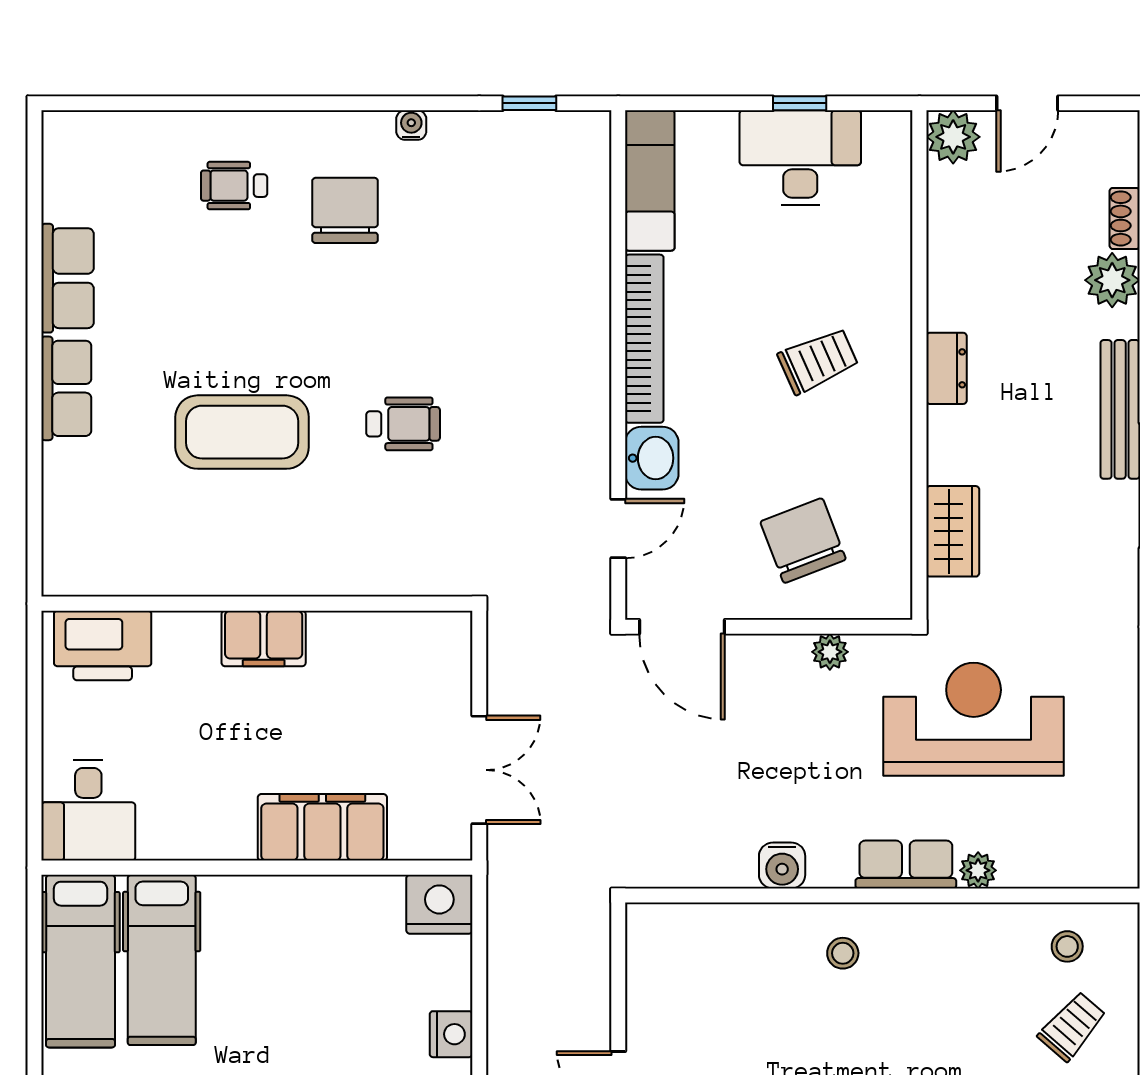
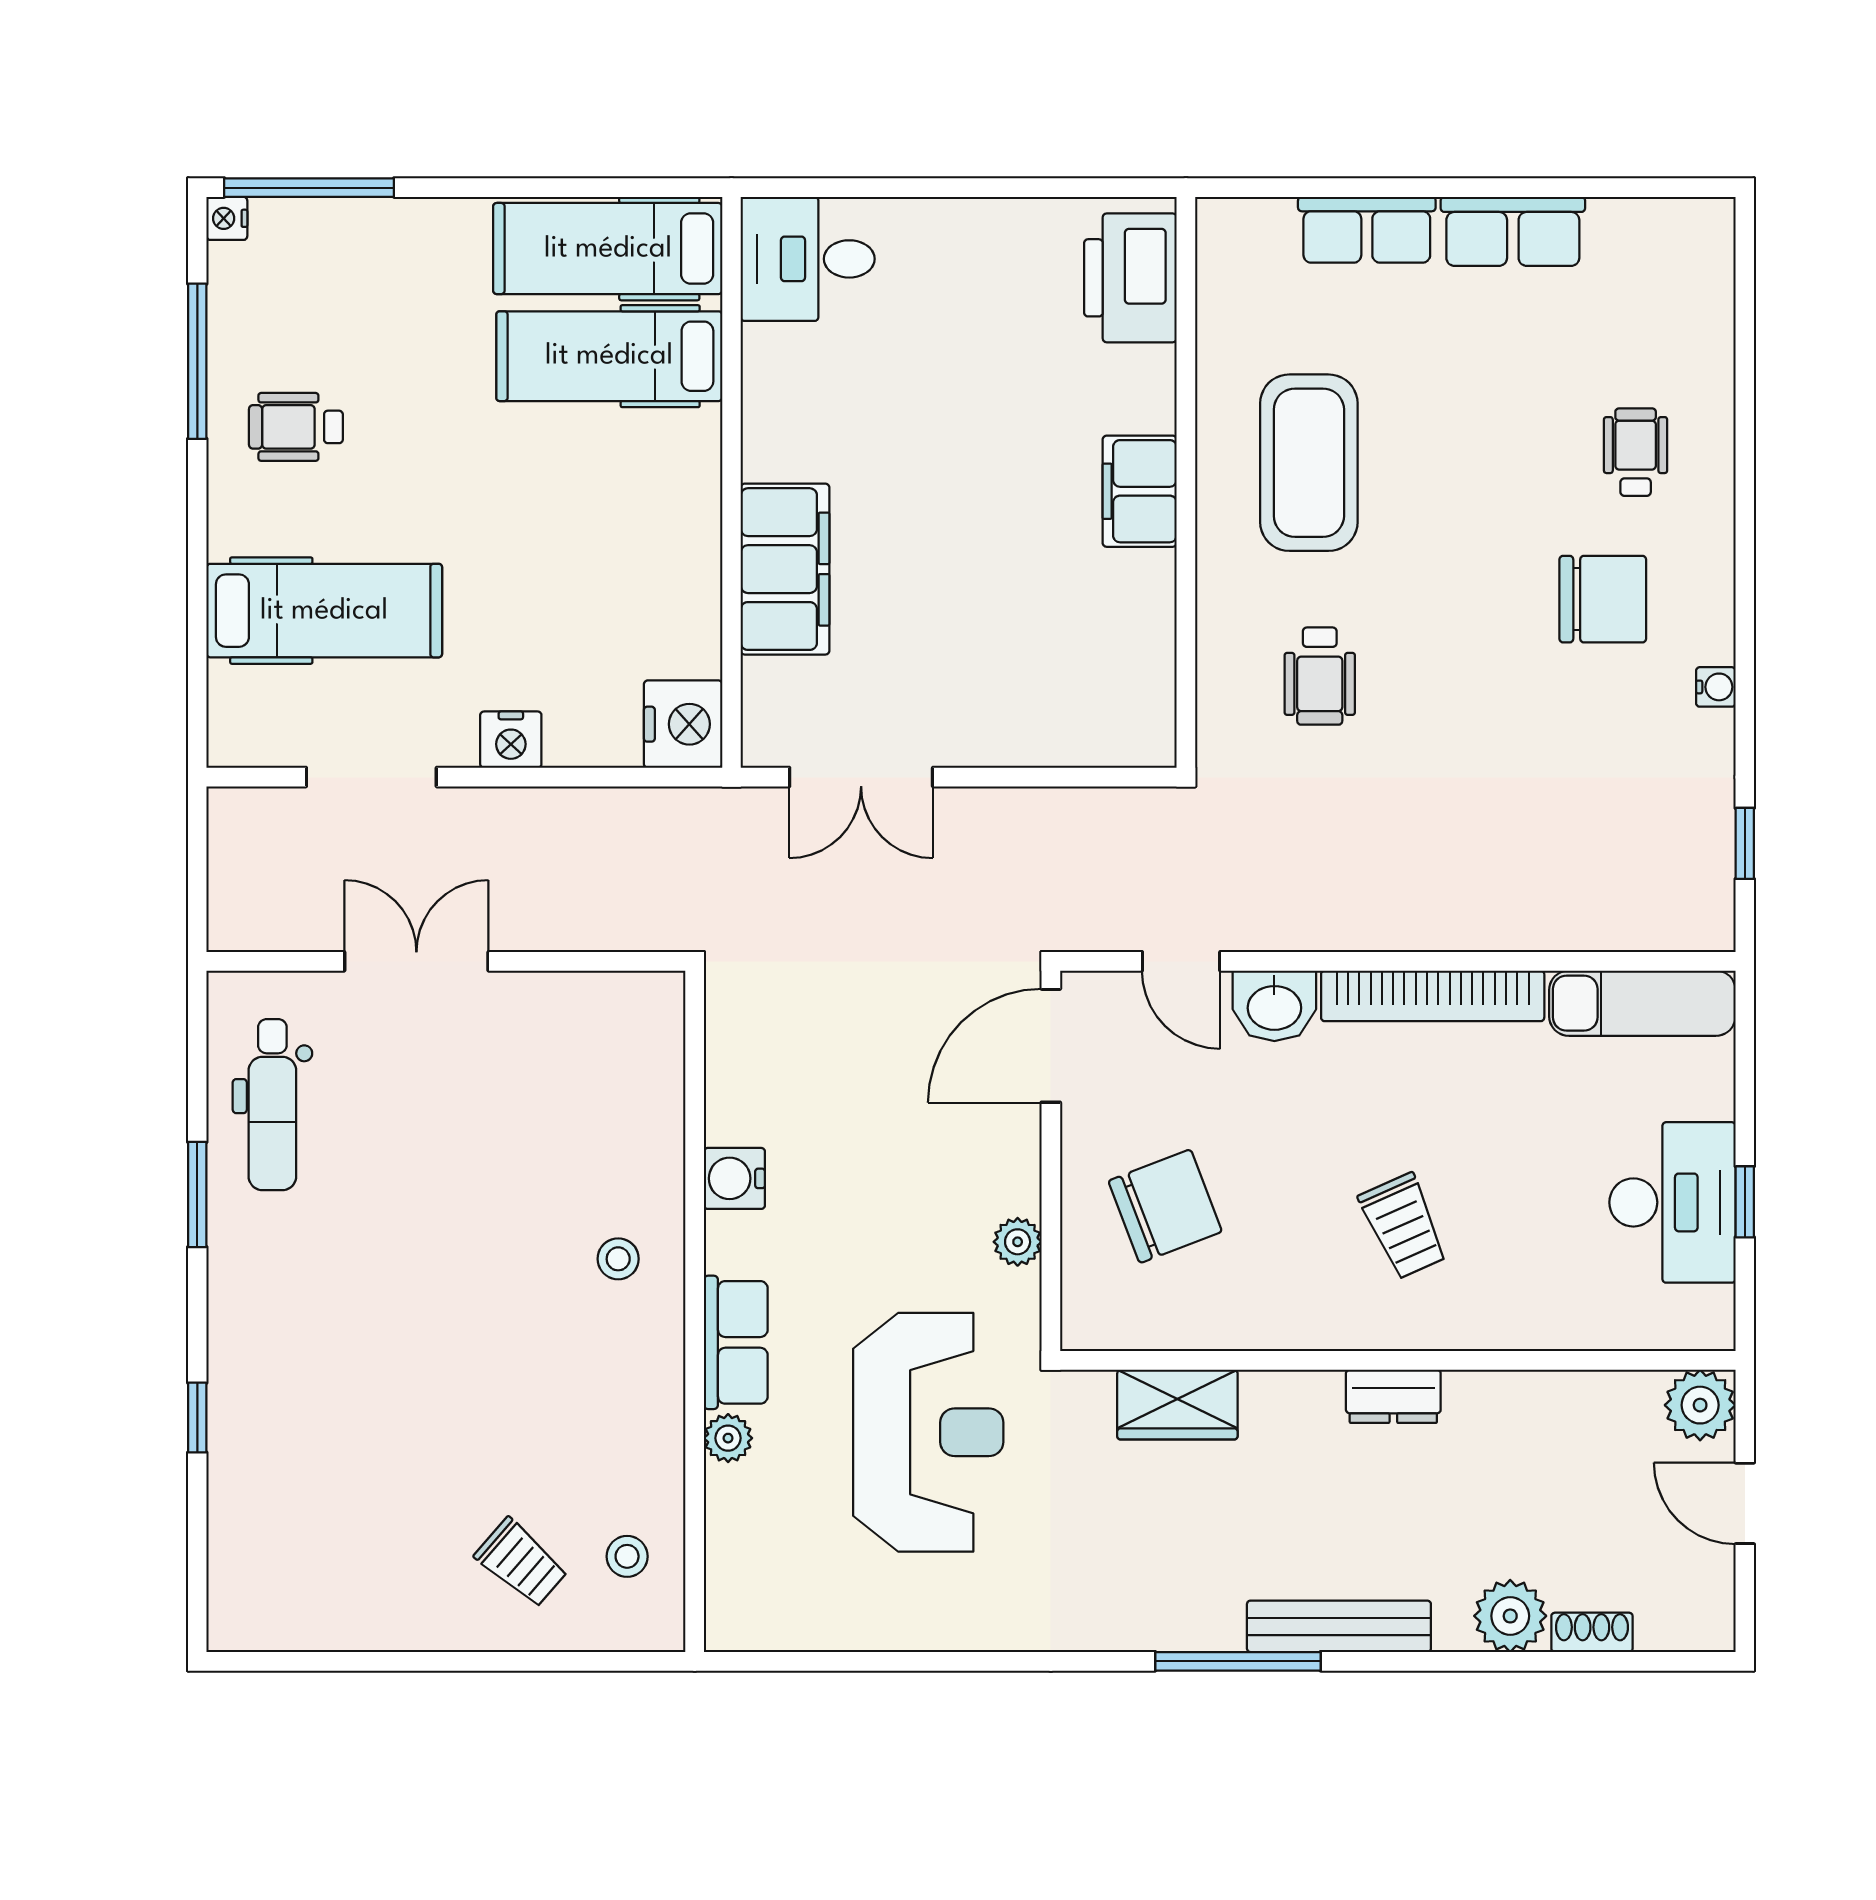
wall: (257, 604) -> (1186, 482), moved
filing cabinet: (264, 638) -> (1140, 491), moved
printer: (103, 645) -> (1130, 278), moved

